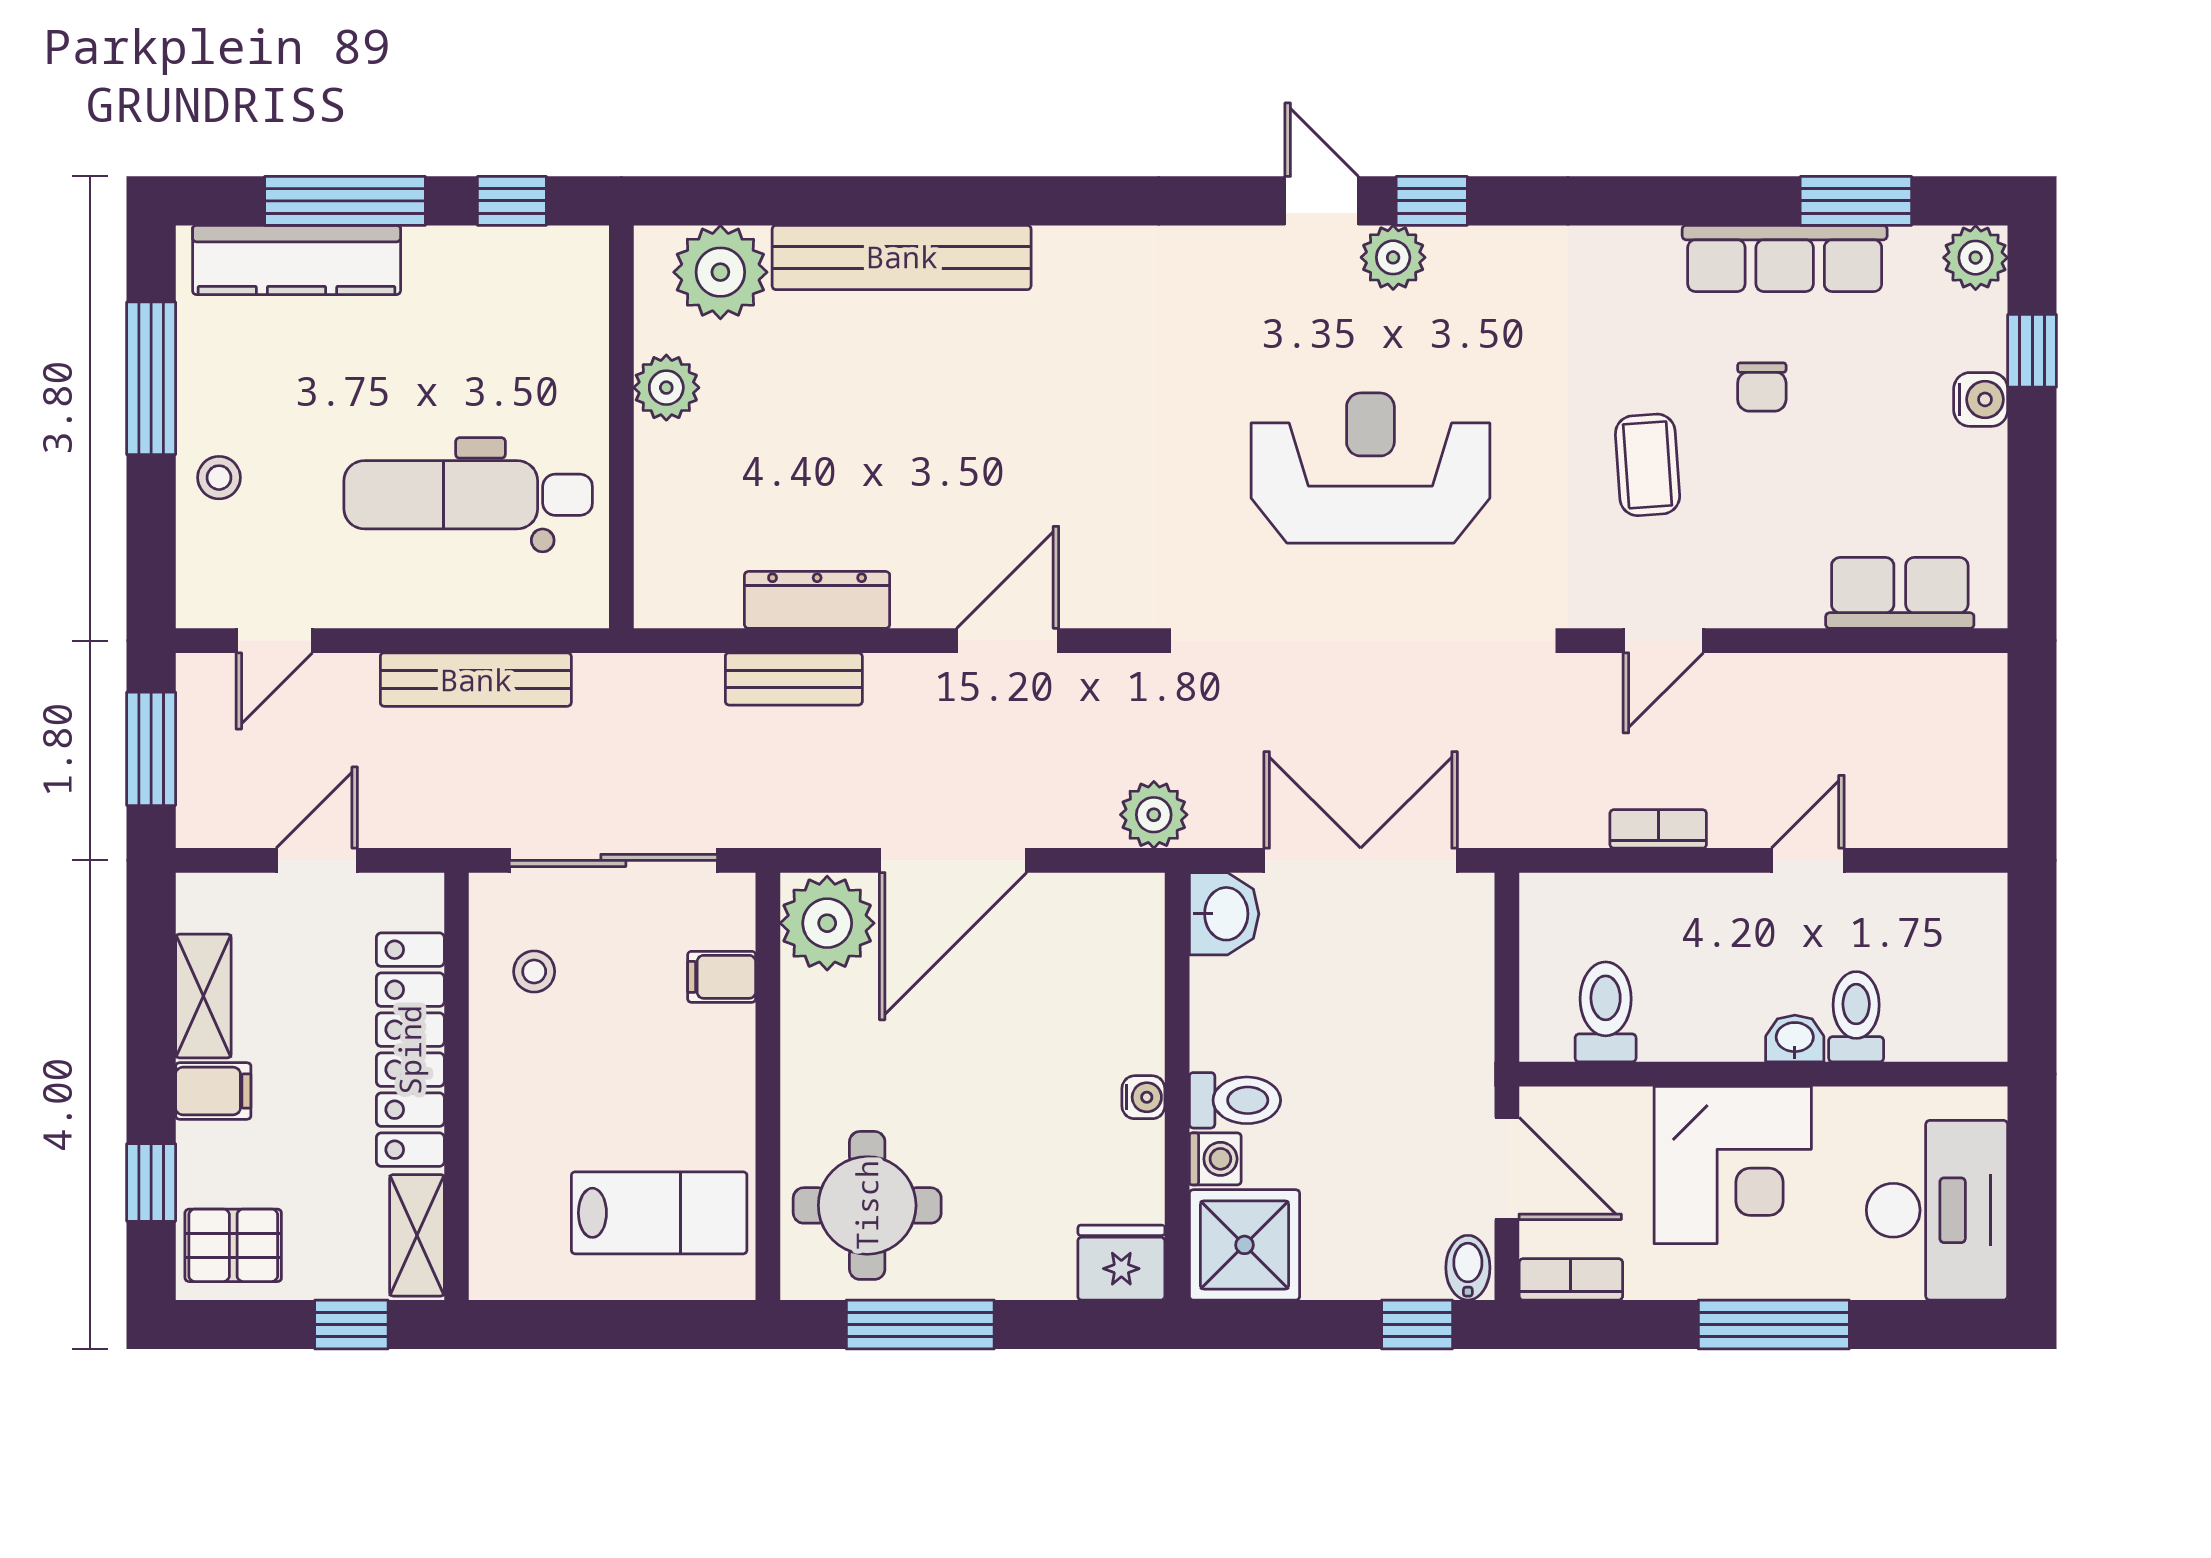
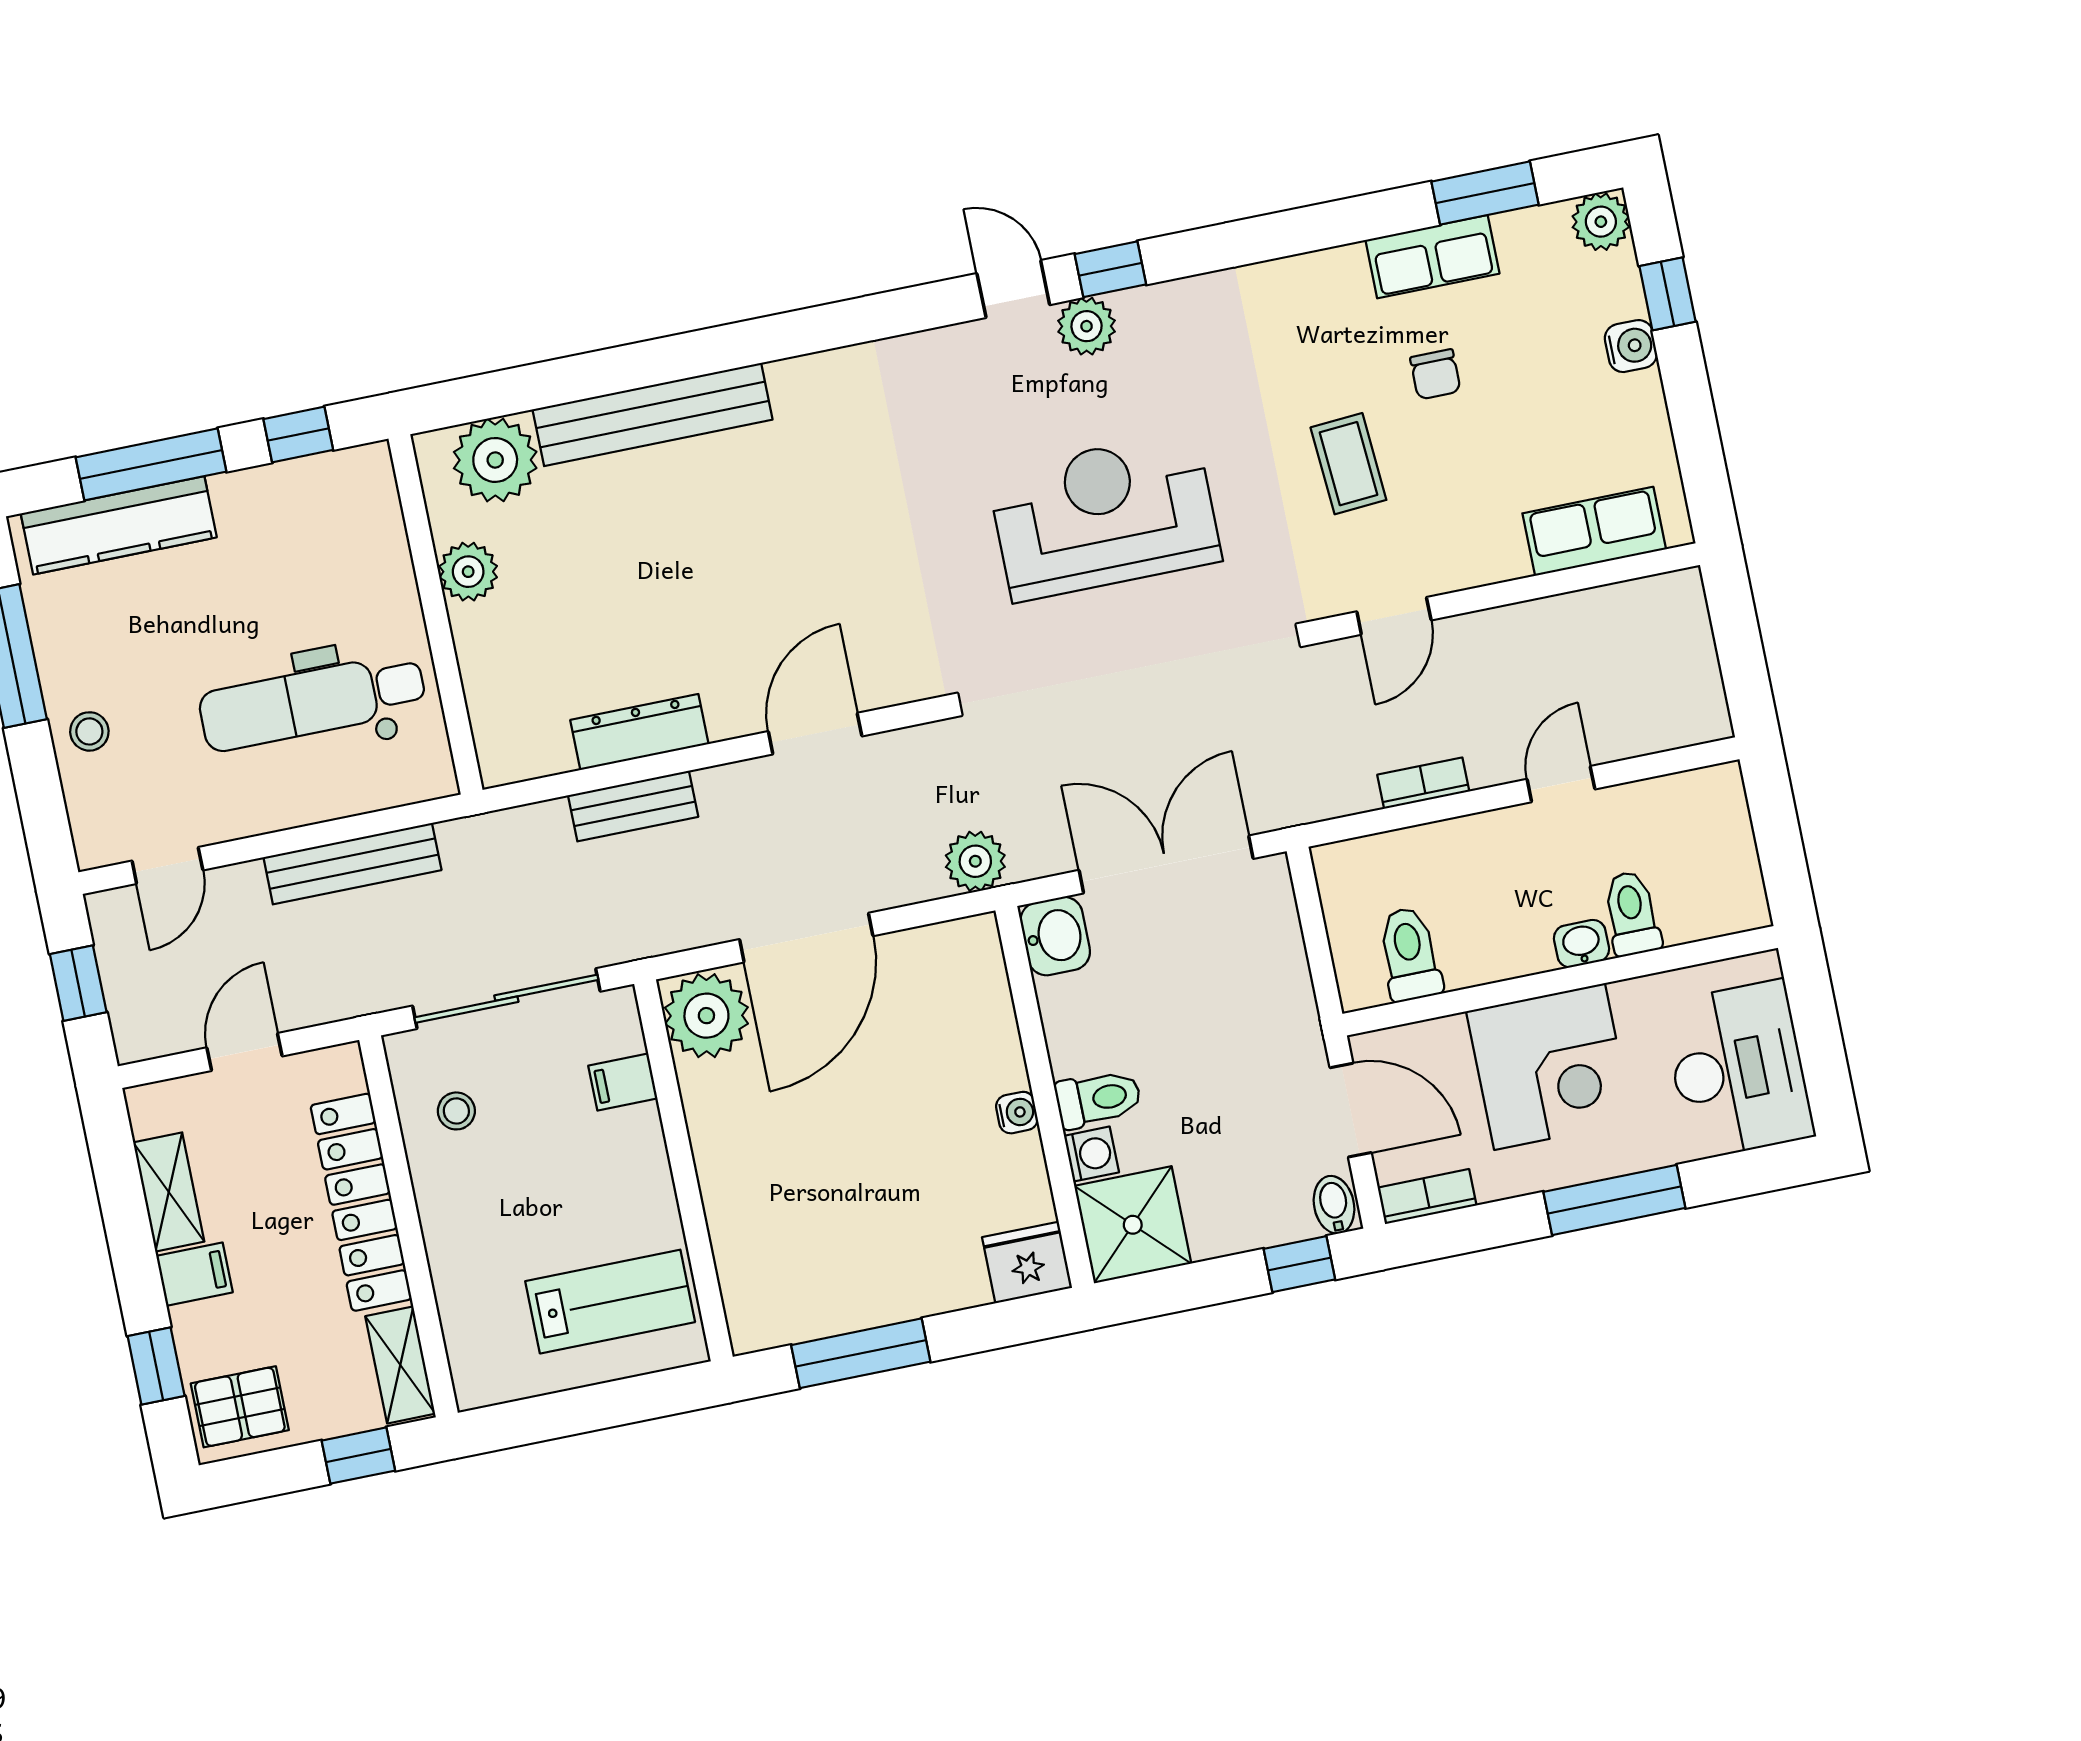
row of seats: (1785, 258) -> (1432, 257), width x0.68
window: (151, 749) -> (78, 983), width x0.67
round table: (867, 1205) -> (792, 1258), removed

